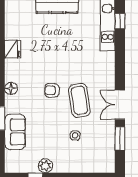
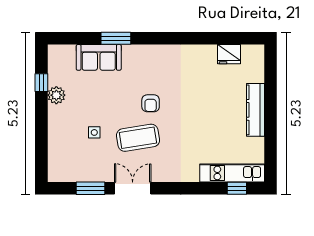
fridge: (13, 49) -> (229, 54), moved
floor lamp: (11, 88) -> (153, 52), removed
armchair: (52, 90) -> (151, 103), turned 180

